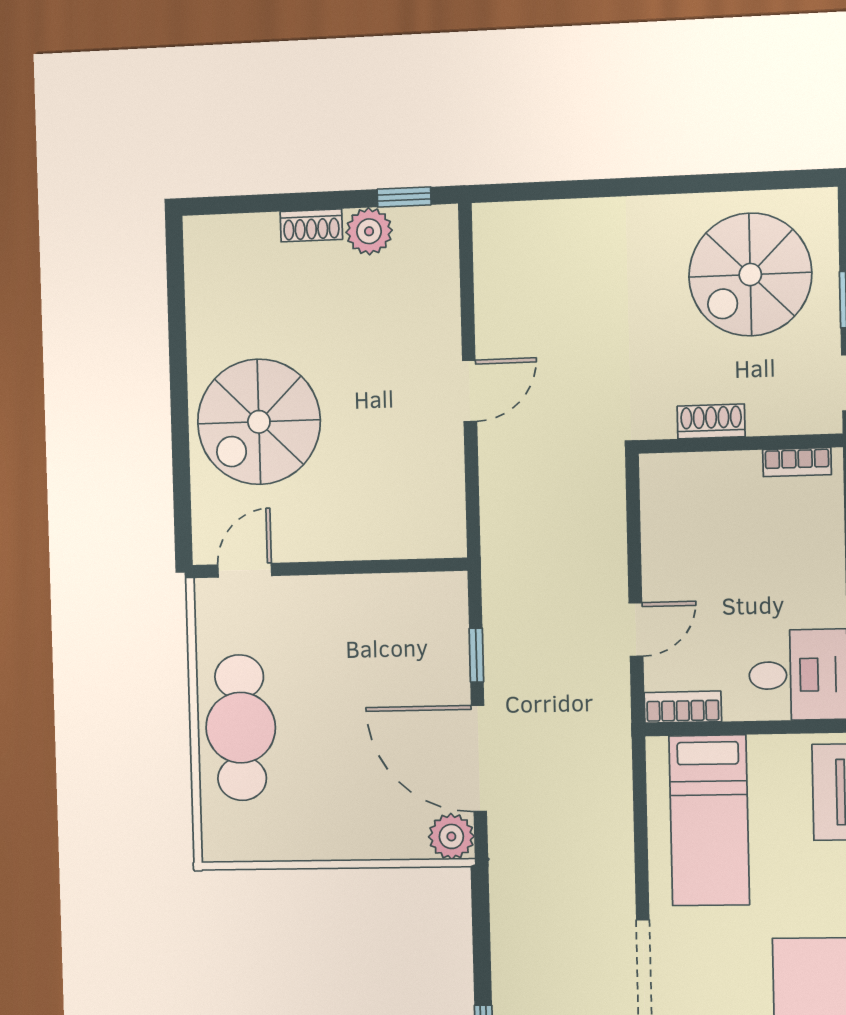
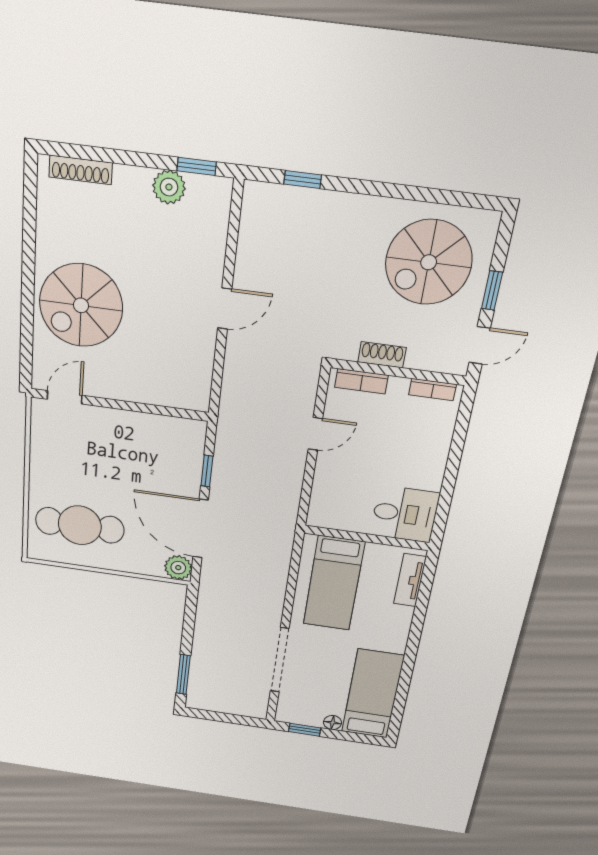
window: (553, 190) -> (303, 179), added
shoe rack: (311, 225) -> (81, 170), moved, width x1.43
door: (636, 630) -> (315, 434), moved
bookcase: (683, 707) -> (361, 381), moved, turned 180
cafe table: (241, 728) -> (80, 525), moved, turned 90

